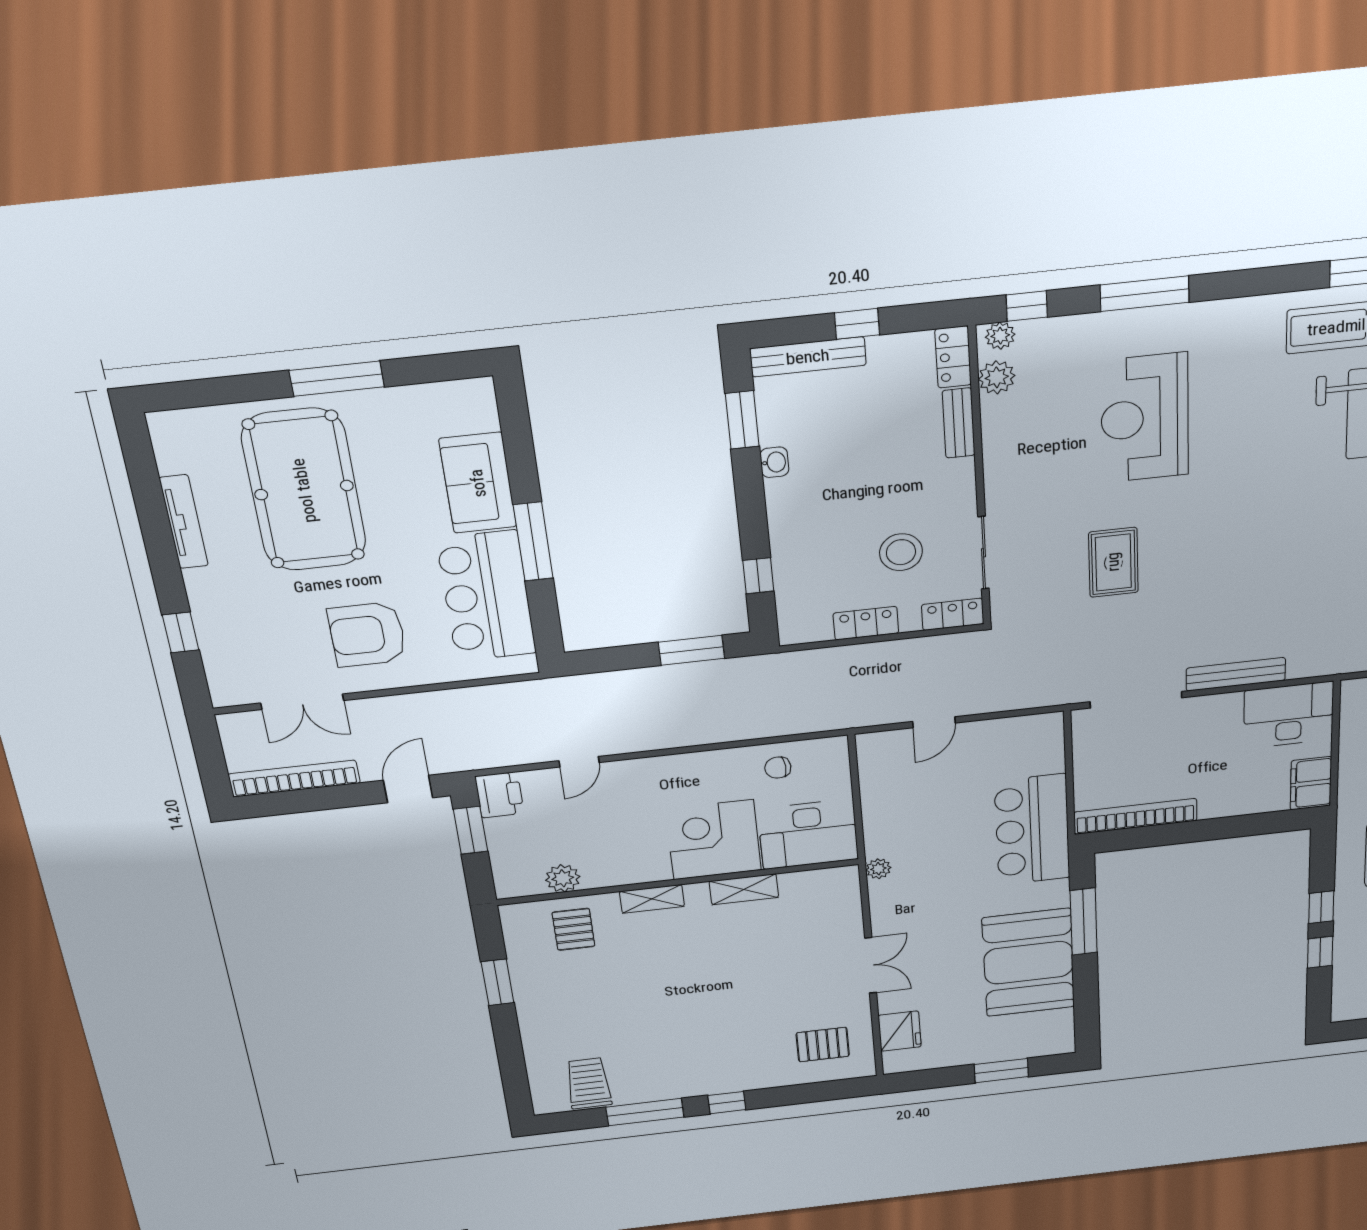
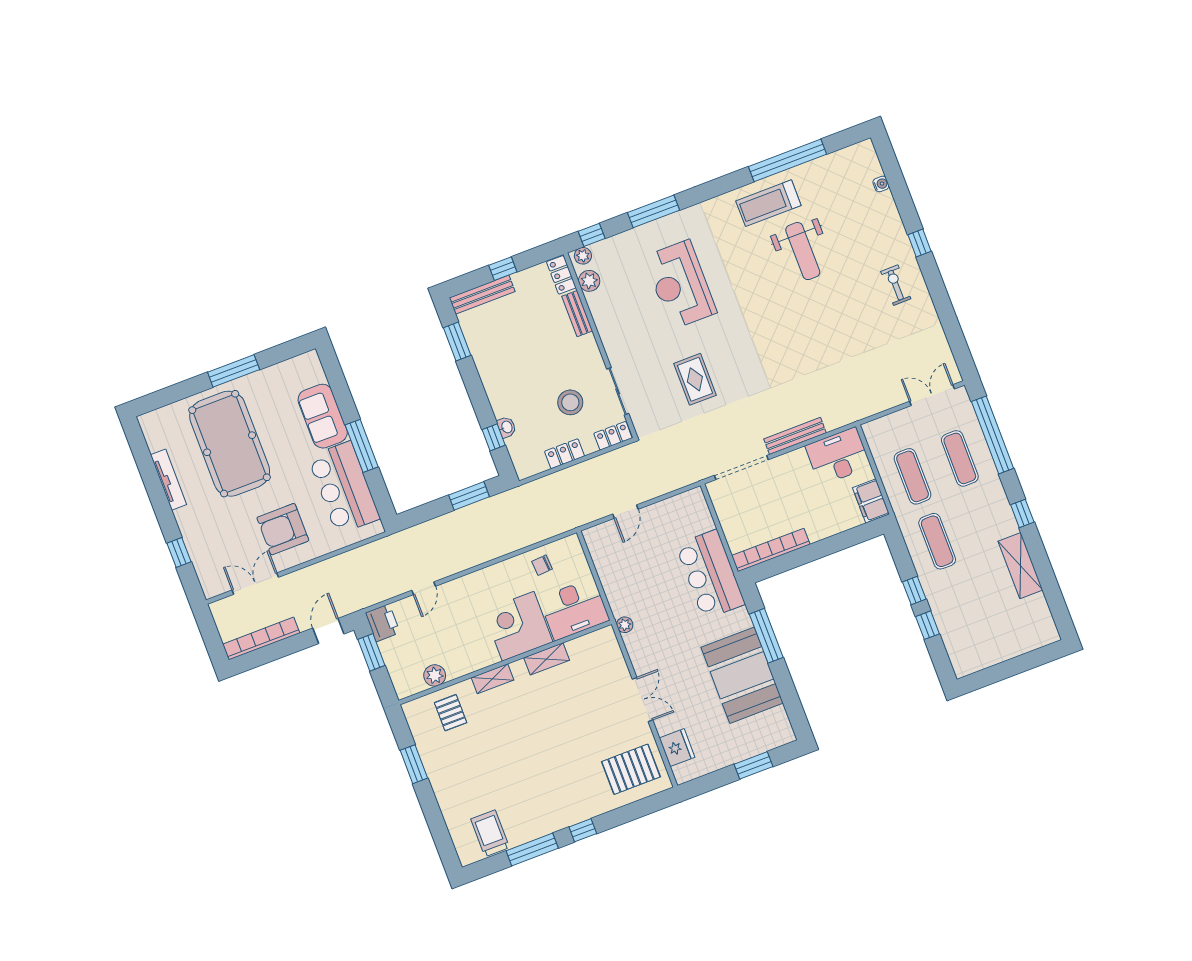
washbasin: (774, 462) -> (507, 427), moved
double door: (302, 702) -> (255, 584), swing flipped
pallet: (823, 1045) -> (631, 769), width x1.50, depth x1.42

